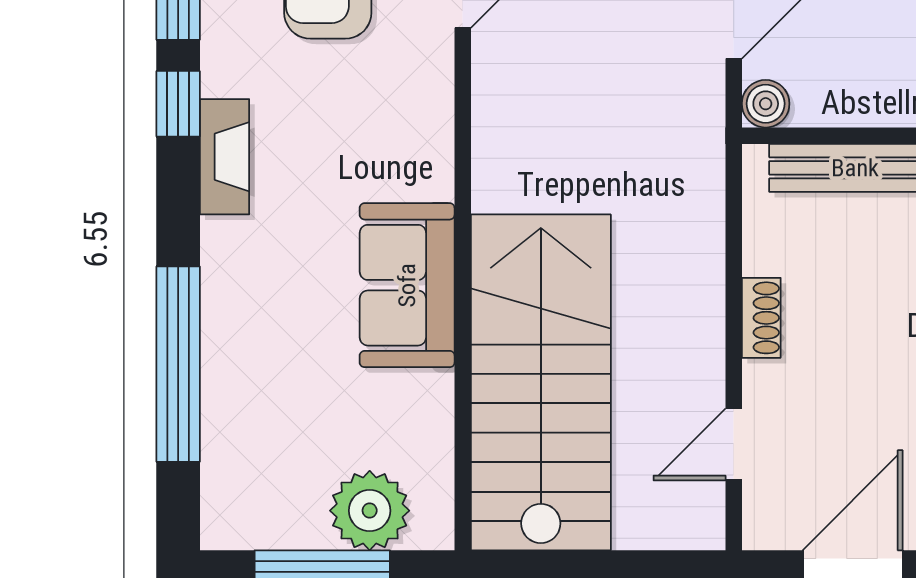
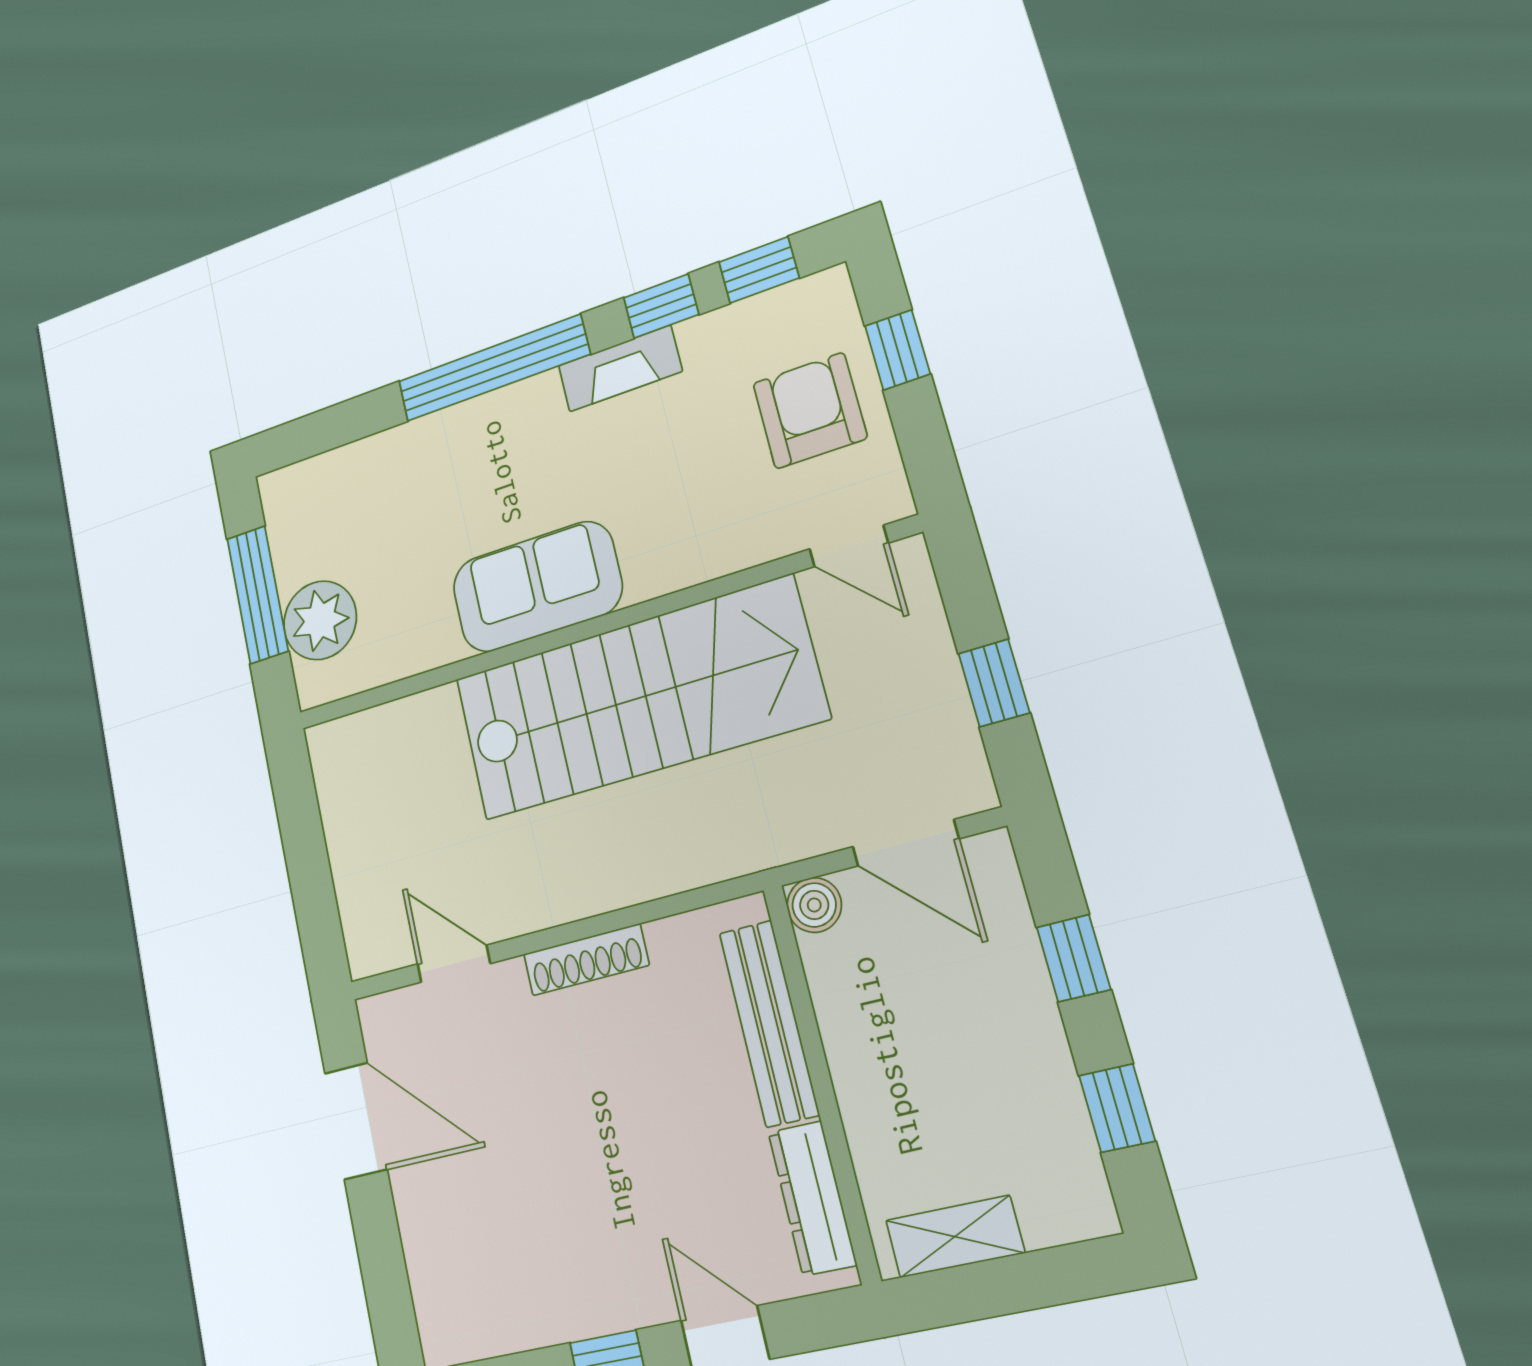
shoe rack: (761, 318) -> (586, 960), width x1.43
window: (178, 364) -> (493, 368), moved
stairs: (541, 382) -> (637, 699), moved

